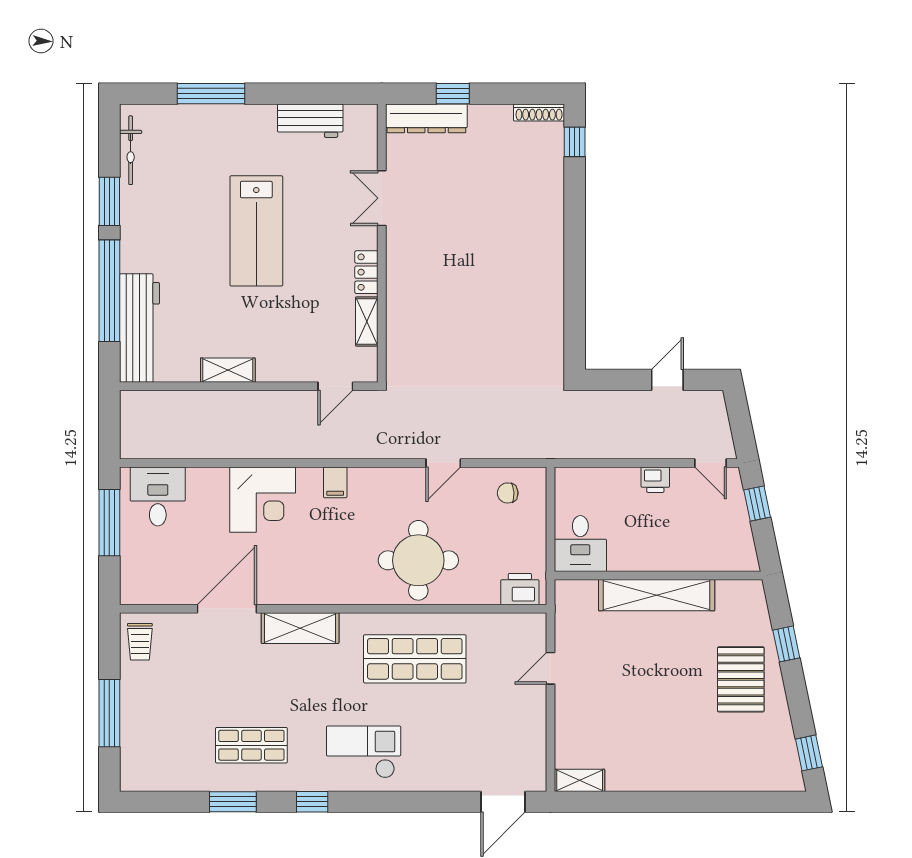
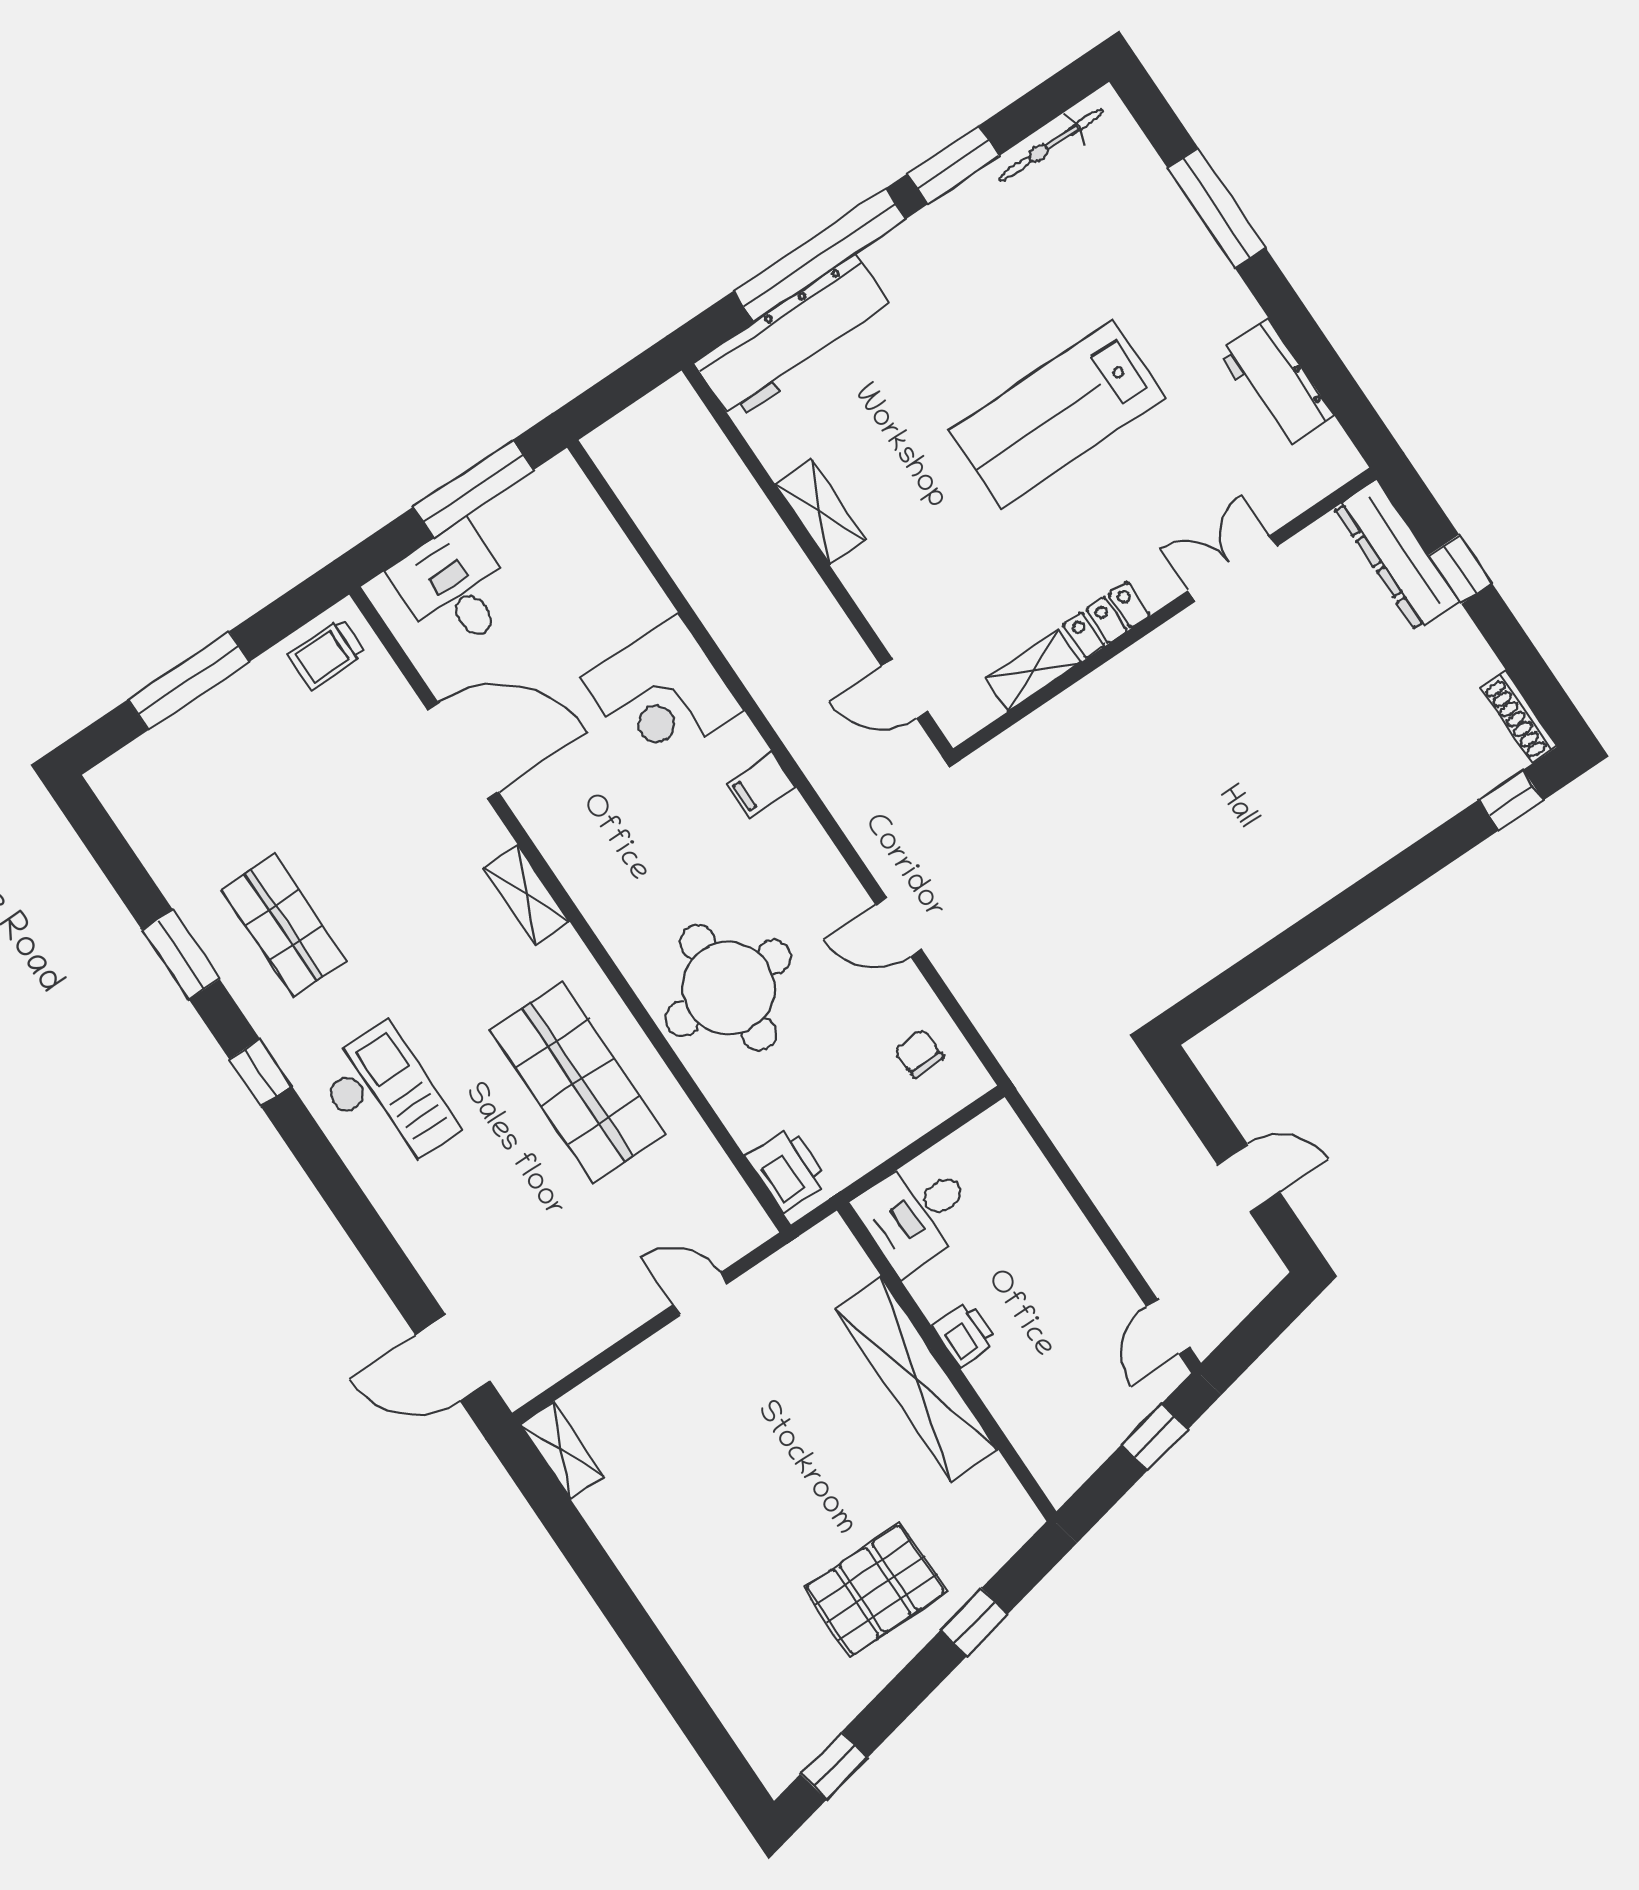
printer: (655, 480) -> (965, 1334), moved, turned 180
desk: (158, 496) -> (455, 588), moved, turned -90
shelving: (300, 628) -> (527, 895), width x0.67, depth x0.75

